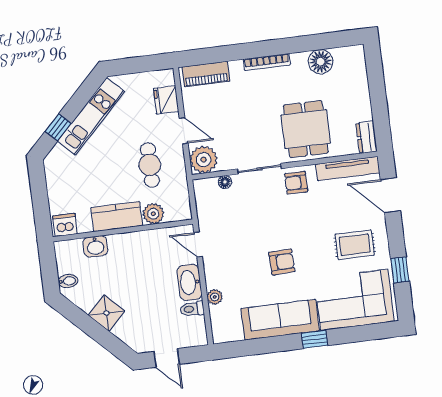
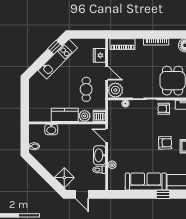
window: (58, 127) -> (55, 47), moved
dishwasher: (65, 225) -> (99, 116), moved
armchair: (282, 262) -> (165, 143), moved
shower: (106, 313) -> (64, 178), moved

